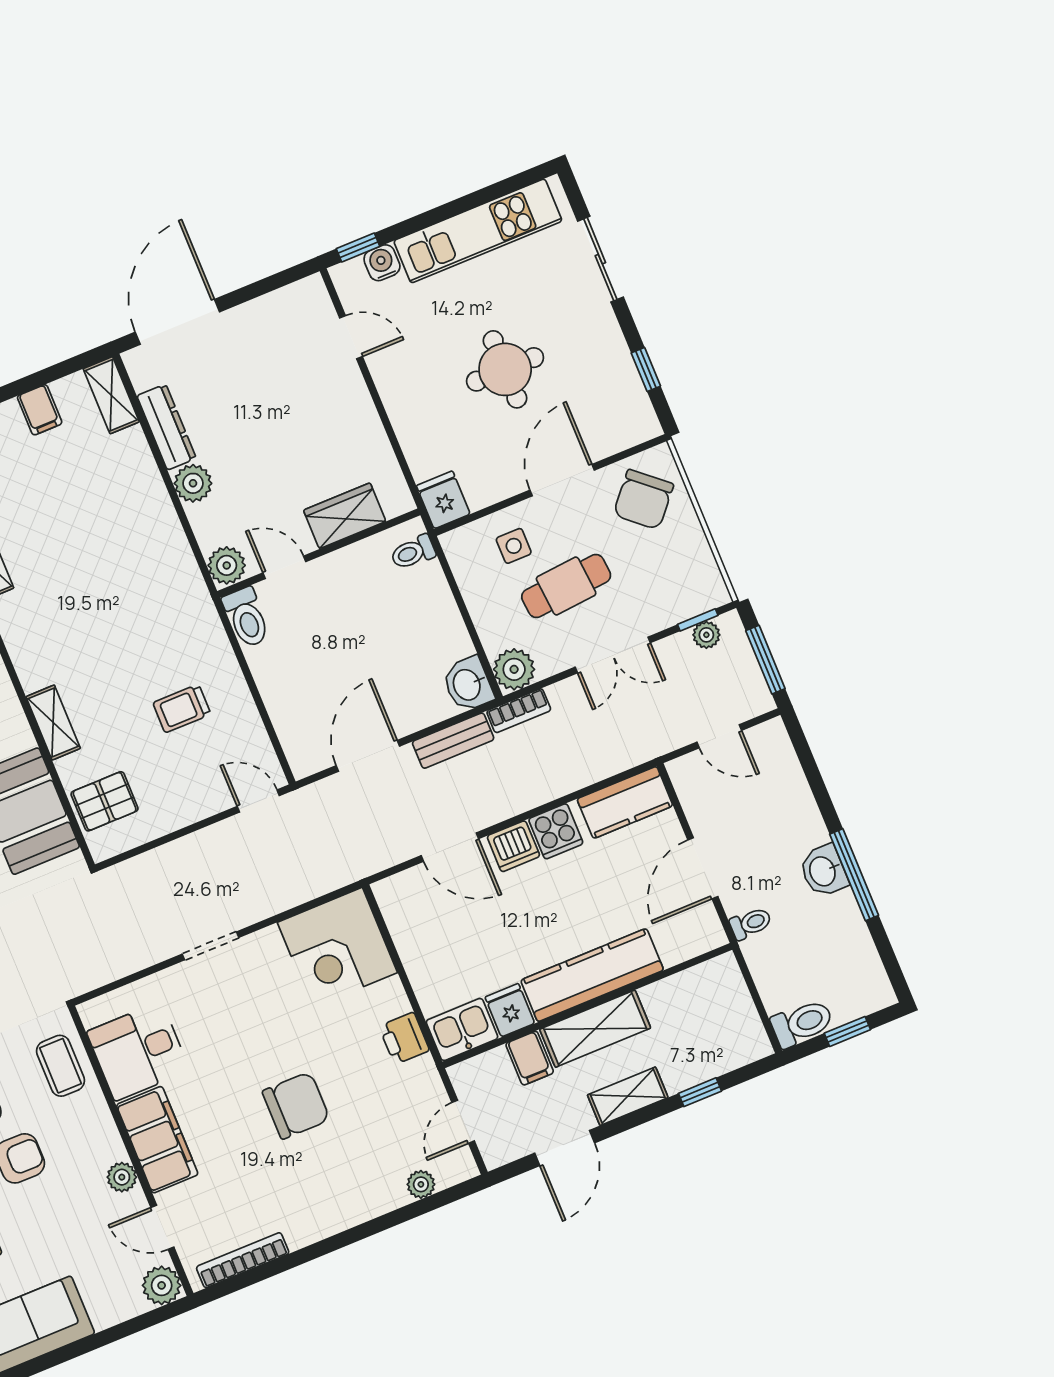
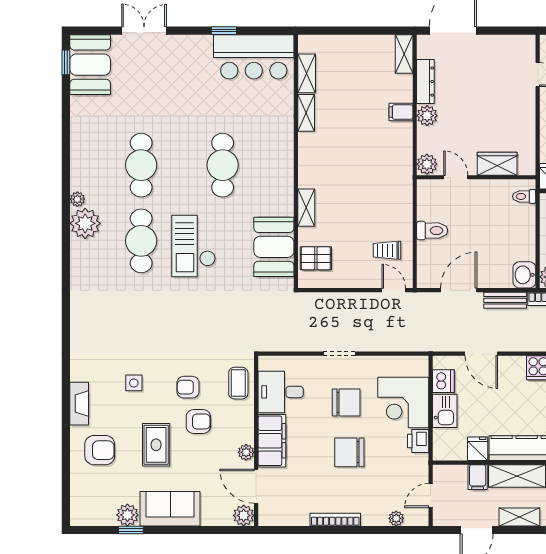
filing cabinet: (40, 410) -> (401, 112), moved, turned 90
toilet: (246, 617) -> (432, 231), moved, turned -90
trolley: (182, 709) -> (387, 250), moved
dishwasher: (513, 846) -> (443, 381), moved, turned -90
corner desk: (337, 947) -> (403, 403), moved
chair: (256, 1024) -> (346, 403), added
kitchen sink: (462, 1029) -> (445, 411), moved, turned 90
chair: (296, 1105) -> (349, 452), turned 180
door: (162, 1227) -> (256, 486), width x1.38
bookcase: (243, 1260) -> (335, 520), moved

